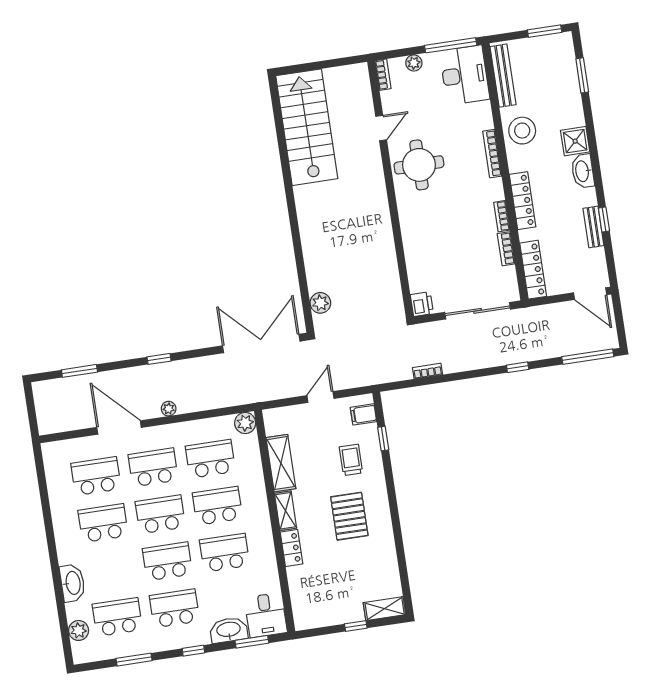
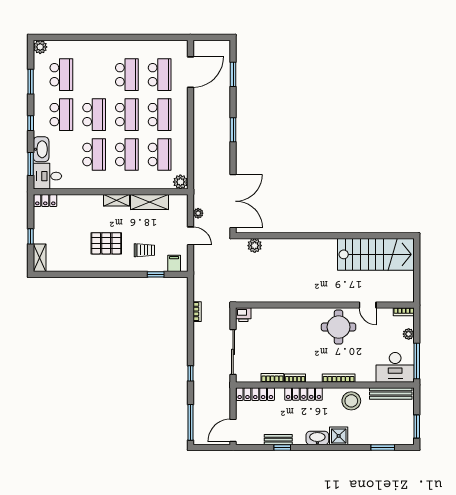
window: (159, 359) -> (233, 130), width x1.50
plant: (169, 409) -> (198, 213), moved
door: (119, 427) -> (190, 72), moved
locker: (291, 548) -> (45, 201), moved
washbasin: (72, 583) -> (89, 48), removed
plant: (79, 630) -> (40, 47), moved

